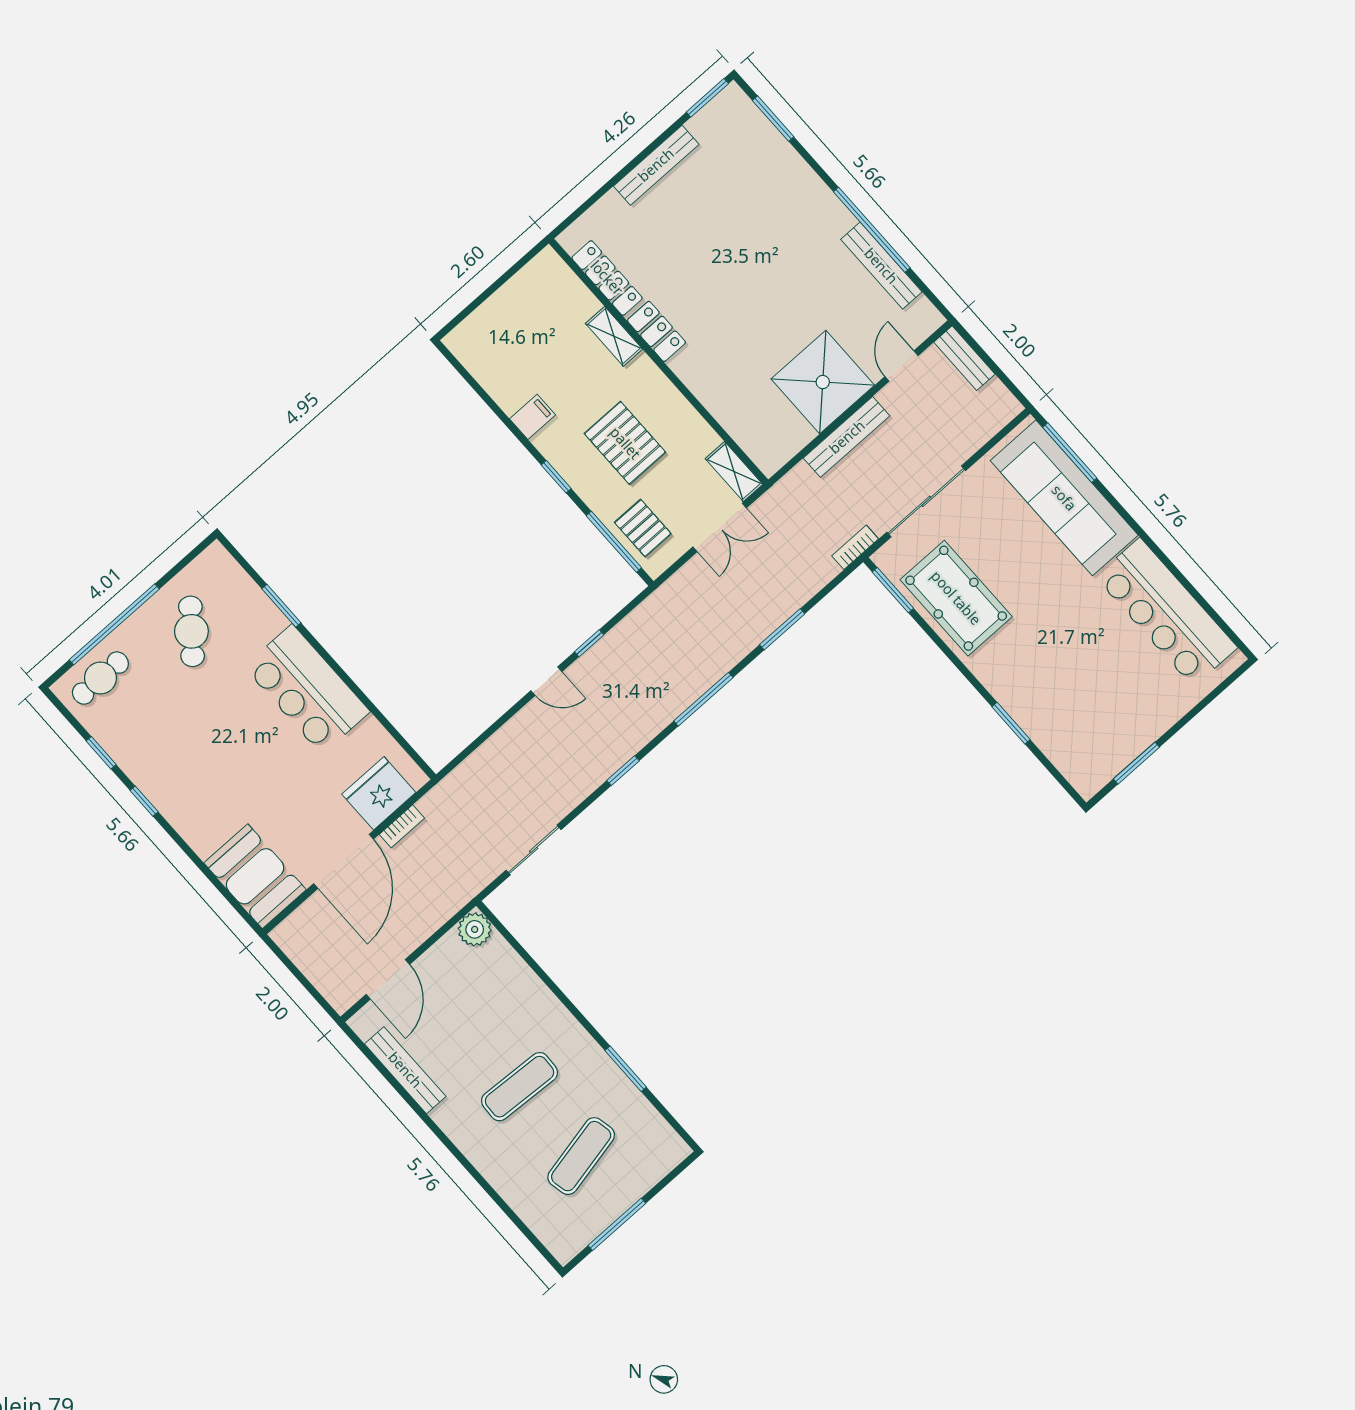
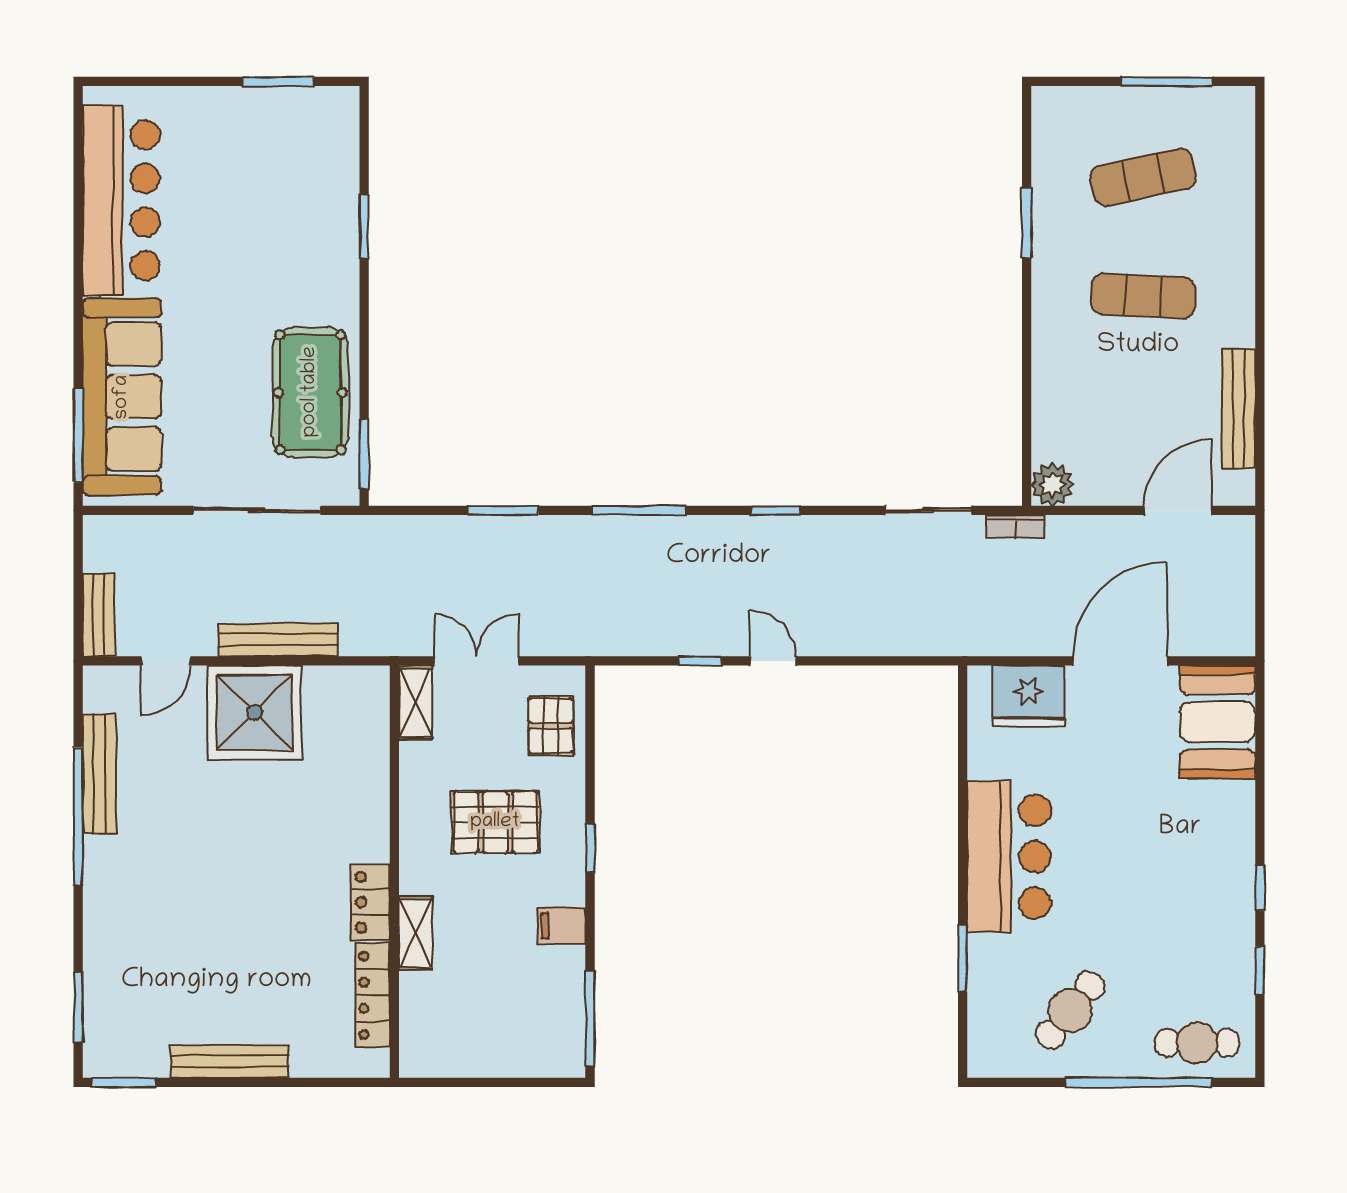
pallet: (625, 443) -> (495, 822), turned 90
window: (614, 542) -> (590, 1019), moved
bookcase: (855, 547) -> (364, 527), removed
bookcase: (402, 826) -> (1016, 526), moved, turned 180

